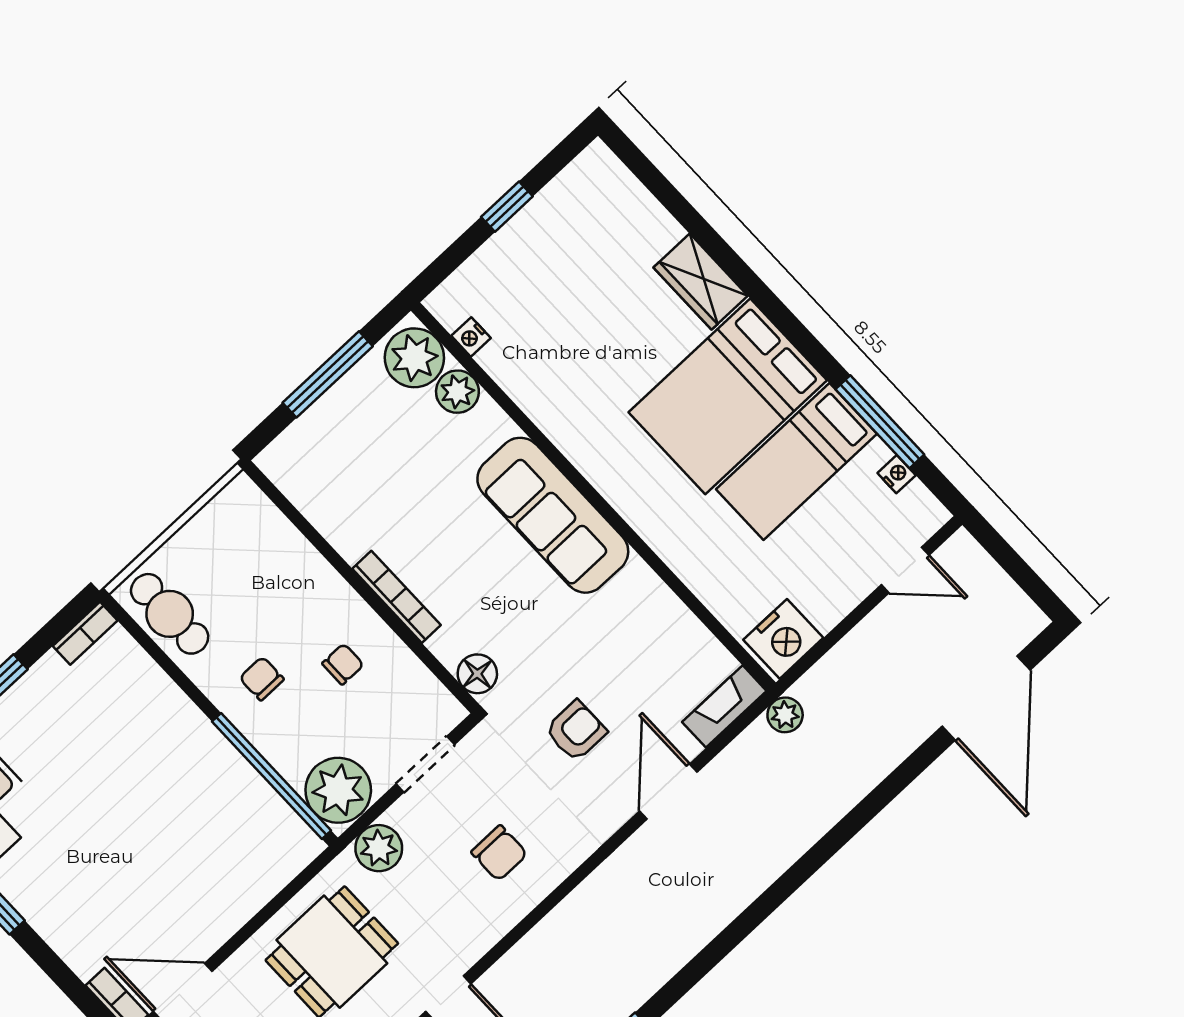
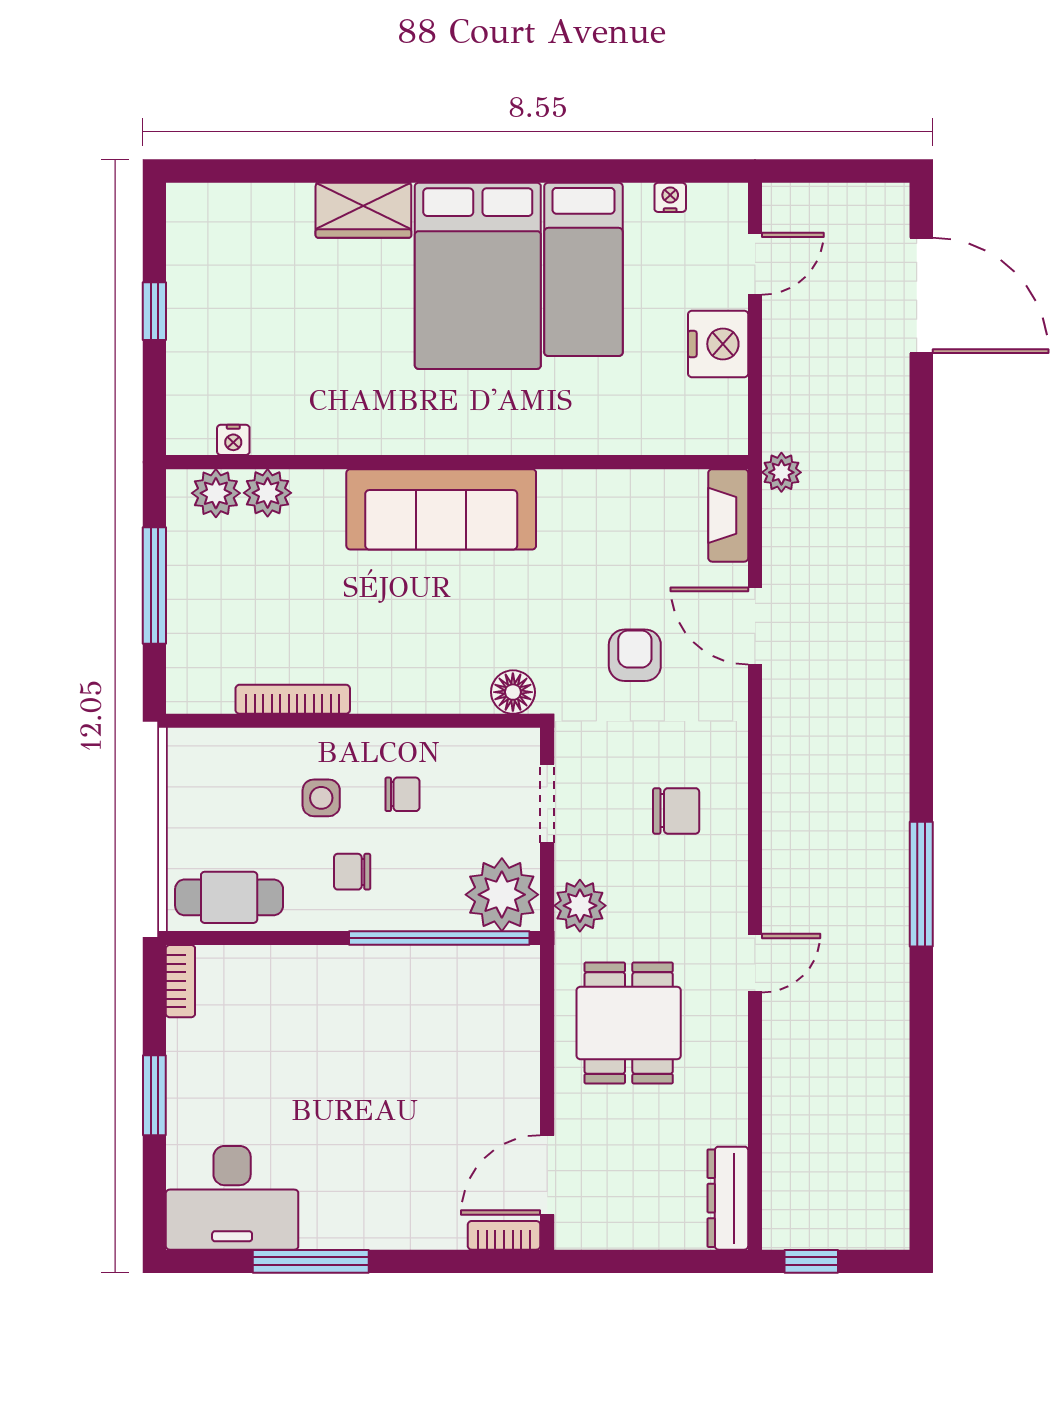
plant: (414, 358) -> (216, 493), width x0.73, depth x0.73
window: (880, 422) -> (615, 171), removed
bookcase: (396, 597) -> (293, 699), moved
side table: (291, 613) -> (321, 798), added
nightstand: (783, 639) -> (718, 344), moved
chair: (343, 664) -> (402, 794), turned 90

